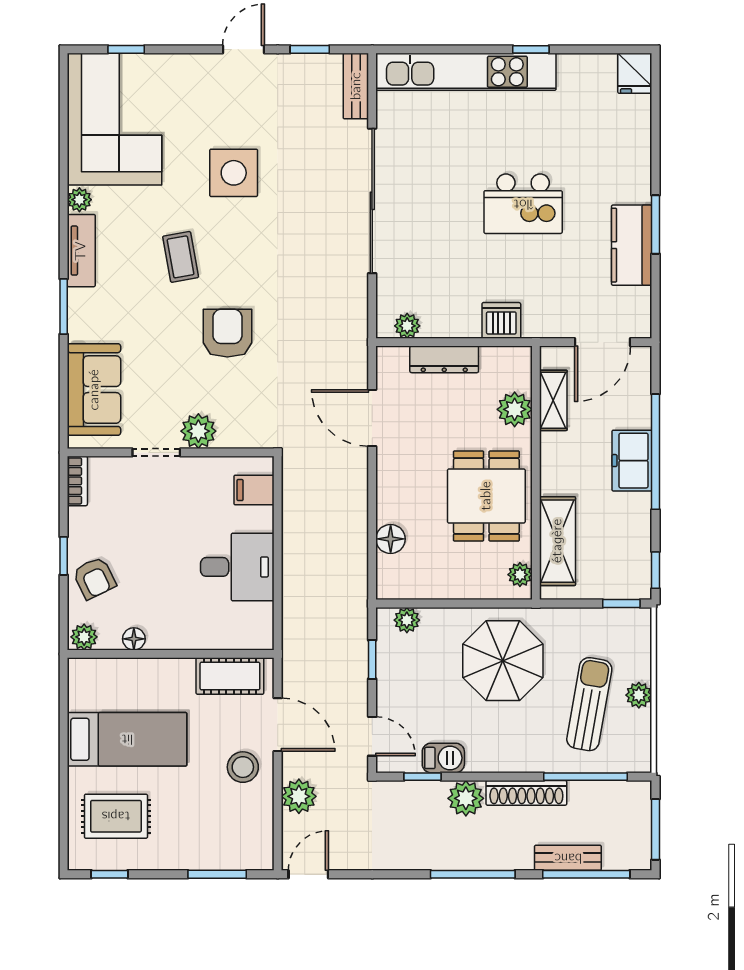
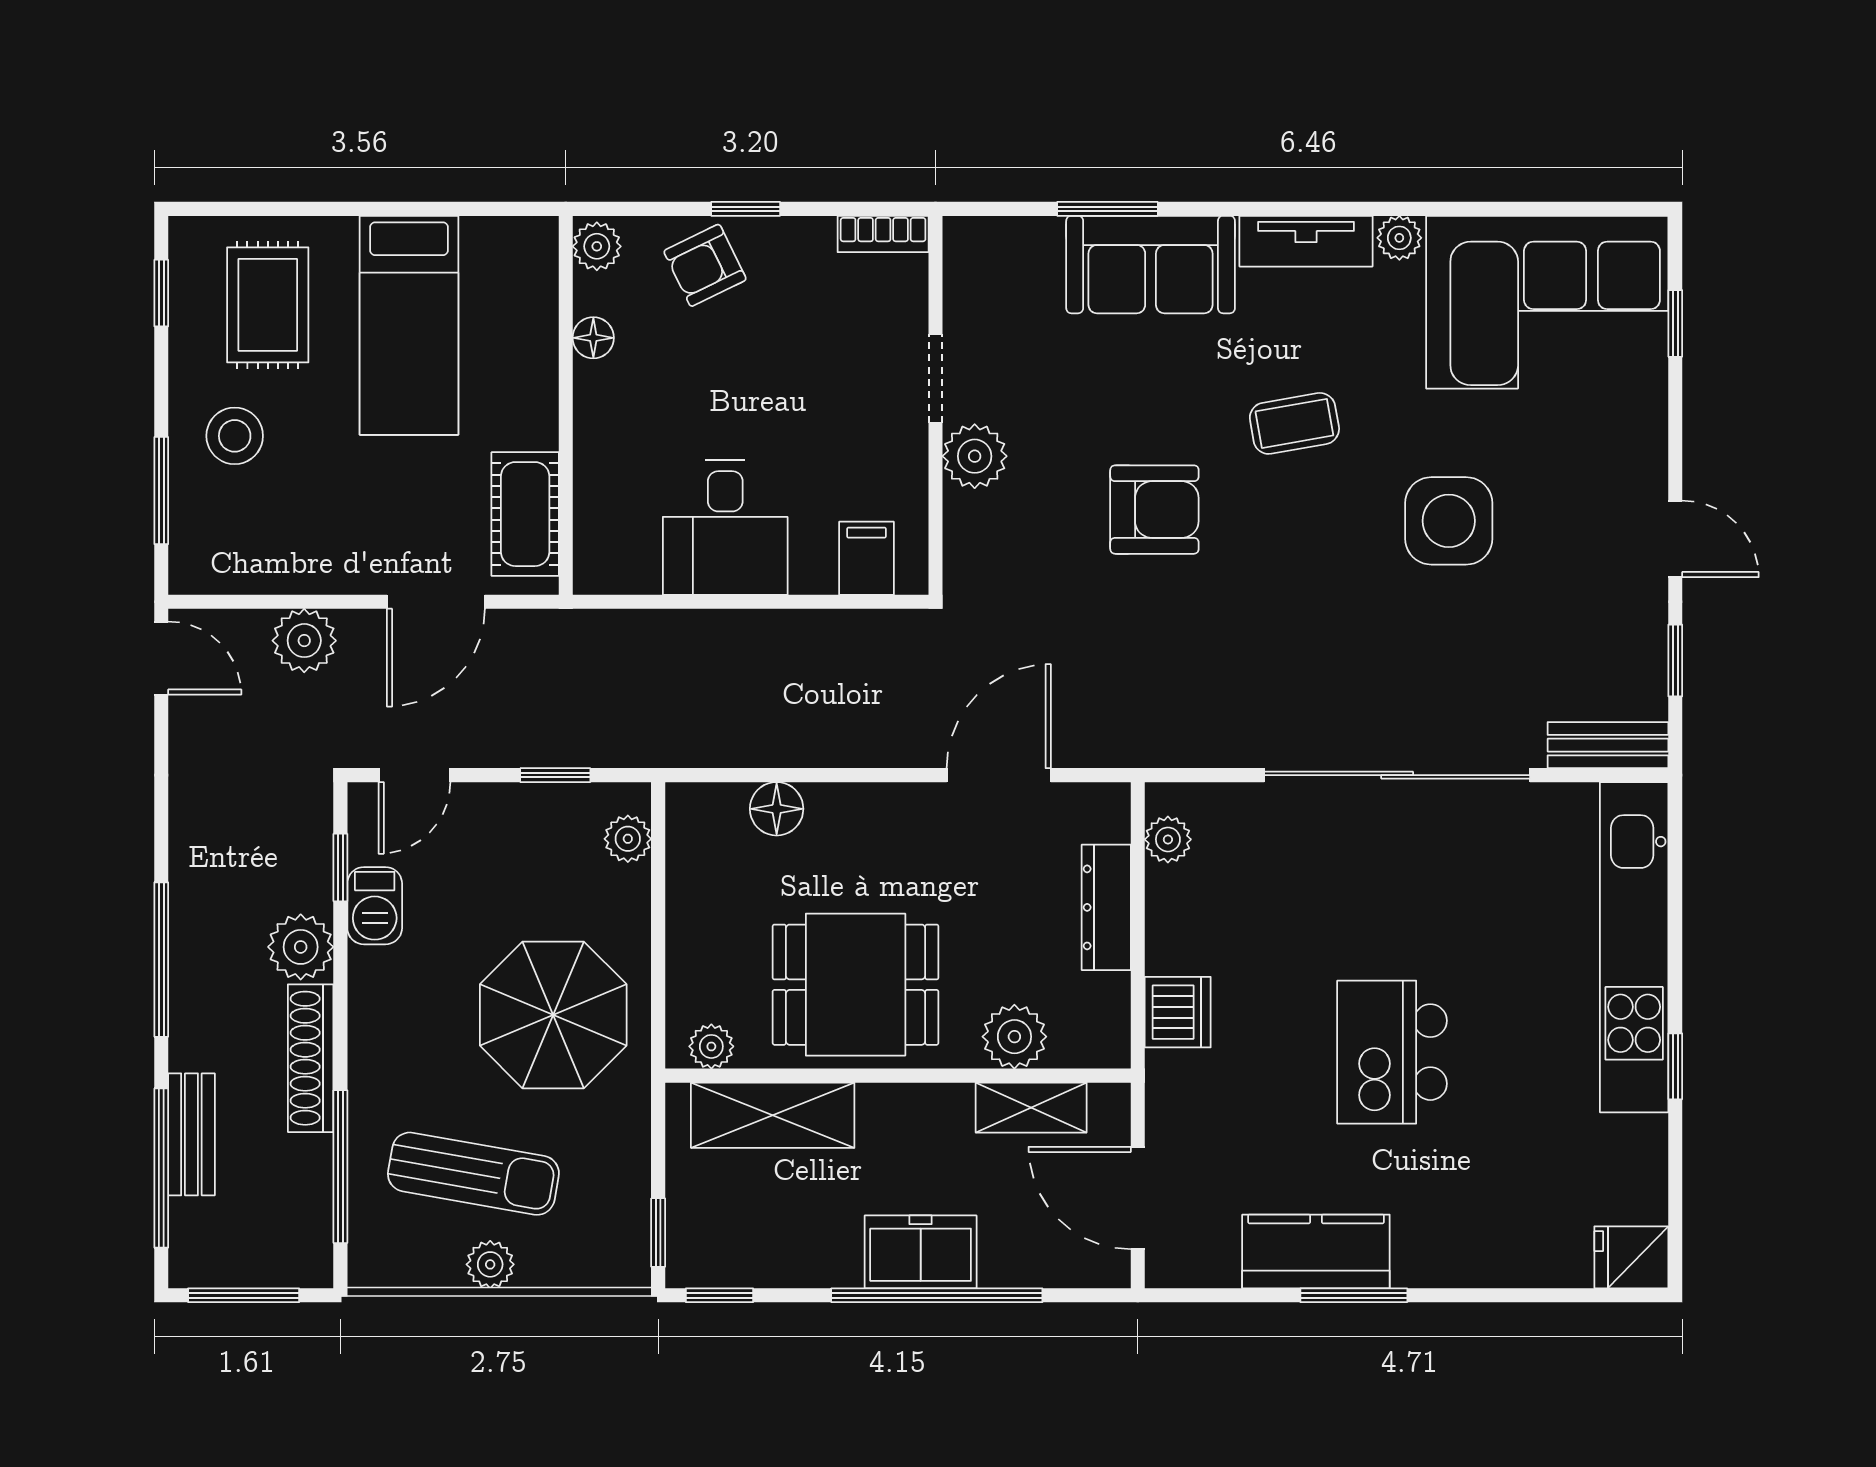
window: (64, 306) -> (1107, 209), moved
sofa: (94, 390) -> (1151, 265), moved
stool: (243, 767) -> (235, 436), moved

